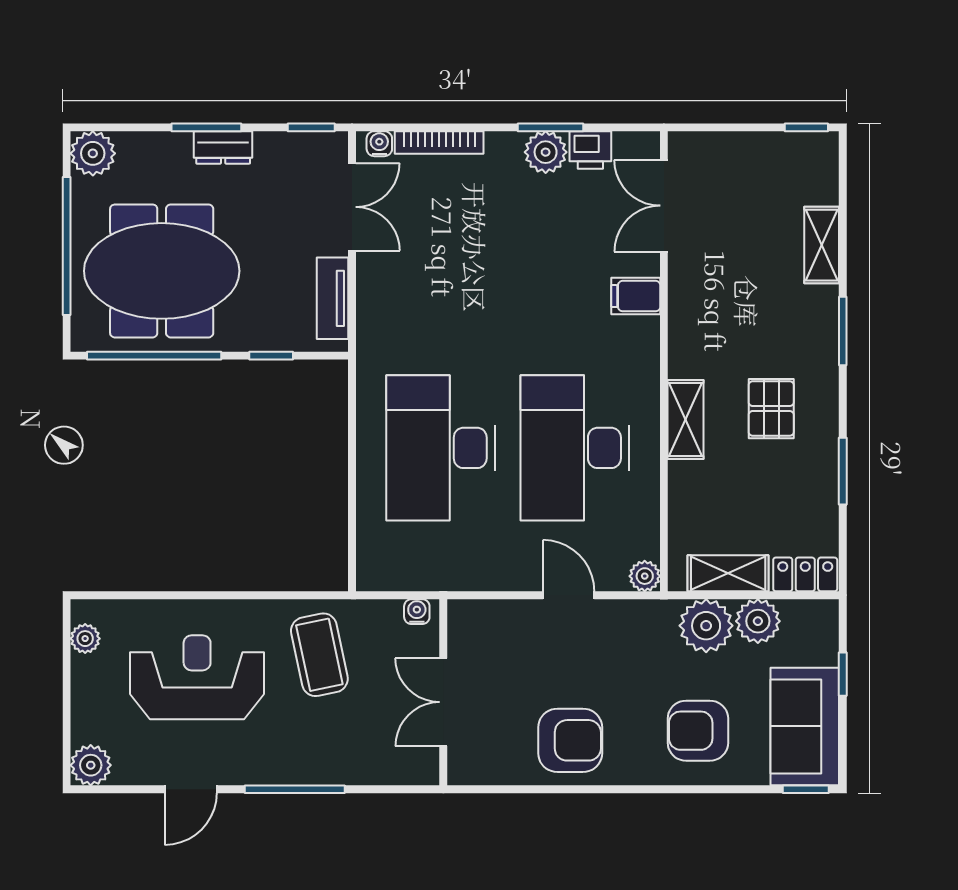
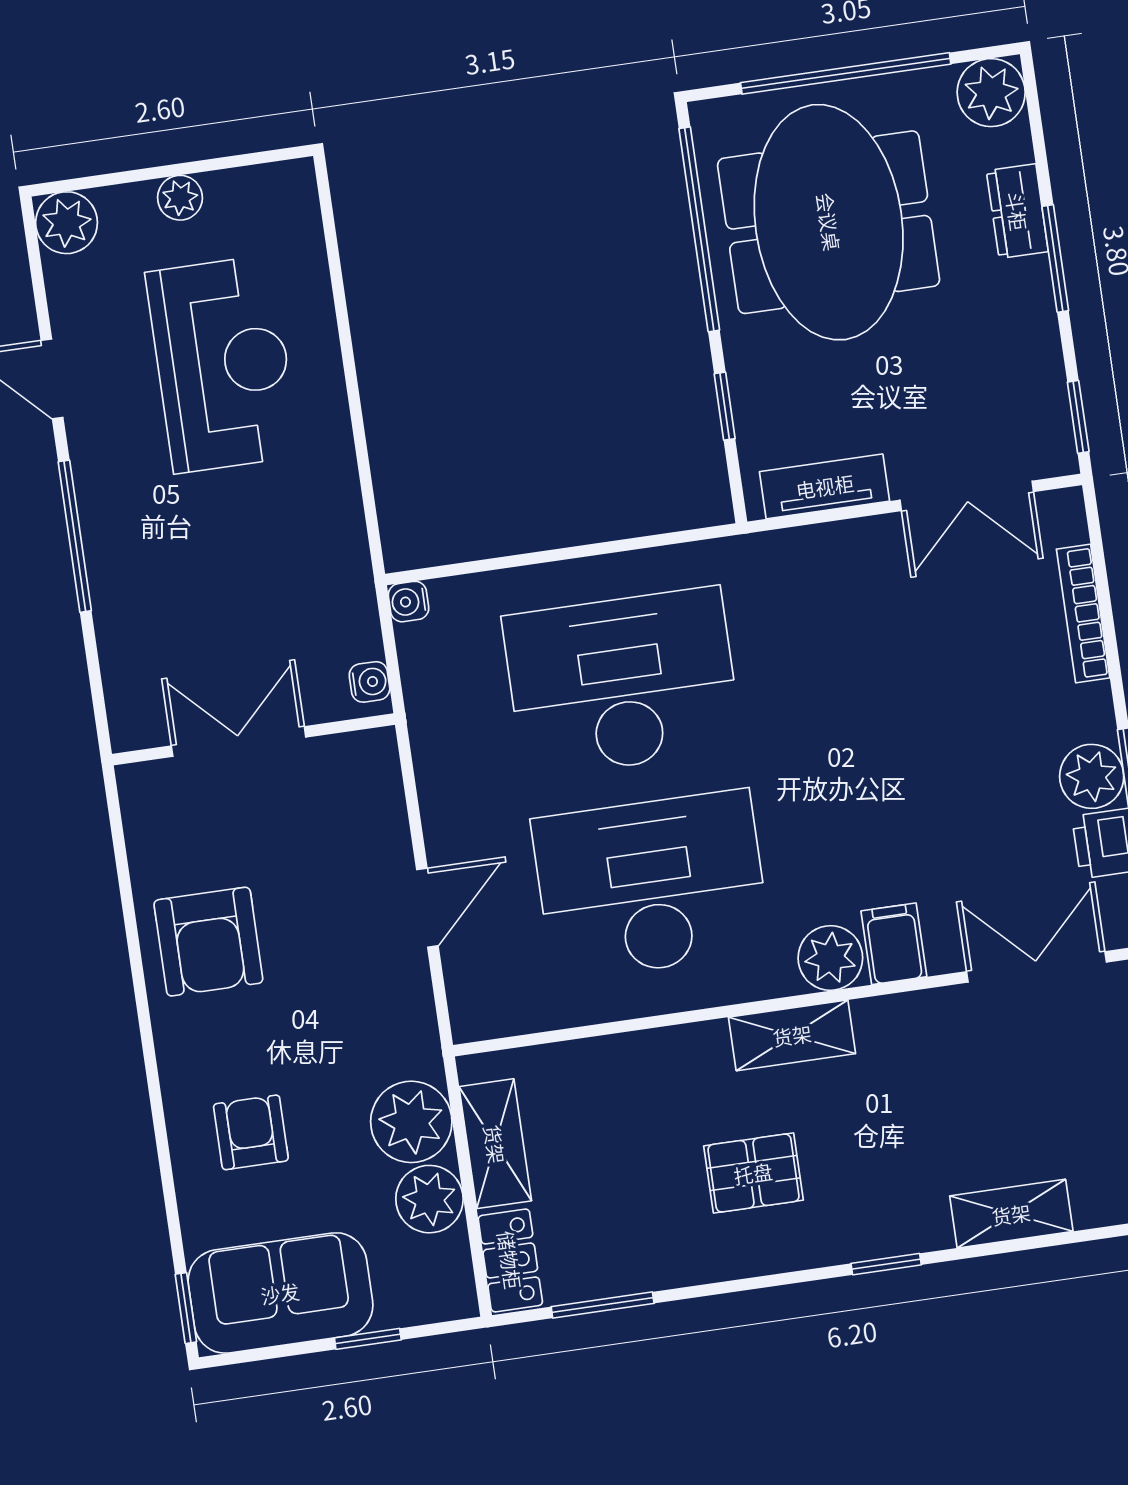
water cooler: (379, 144) -> (408, 602), moved, turned 180
dresser: (223, 148) -> (1017, 211), moved
window: (843, 331) -> (886, 1264), width x0.67
shelving: (686, 419) -> (792, 1035), moved
window: (843, 471) -> (603, 1305), moved
plant: (645, 576) -> (830, 958), moved, width x1.38, depth x1.38
plant: (85, 639) -> (180, 198), moved
coffee table: (319, 655) -> (283, 544), removed
armchair: (698, 731) -> (251, 1132), width x0.72, depth x0.72

